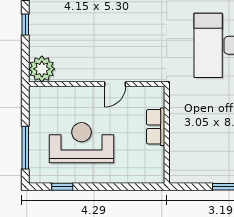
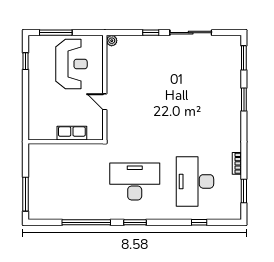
plant: (42, 69) -> (112, 41), width x0.53, depth x0.53
reception desk: (82, 143) -> (72, 64), moved

